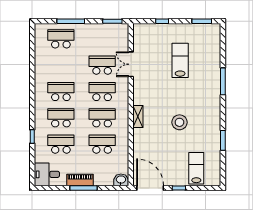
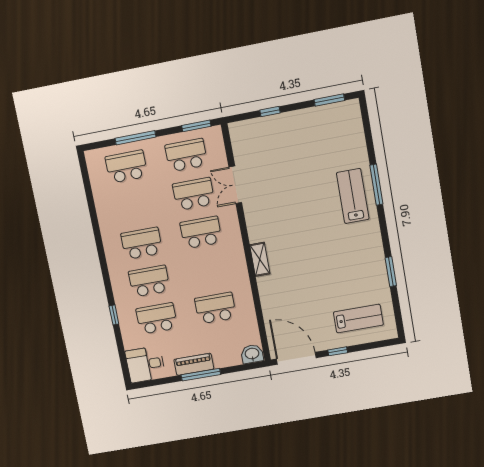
lab bench: (180, 60) -> (353, 196), moved
school desk: (102, 118) -> (186, 155), moved
stool: (179, 122) -> (322, 257), removed
lab bench: (196, 168) -> (358, 319), turned 90

